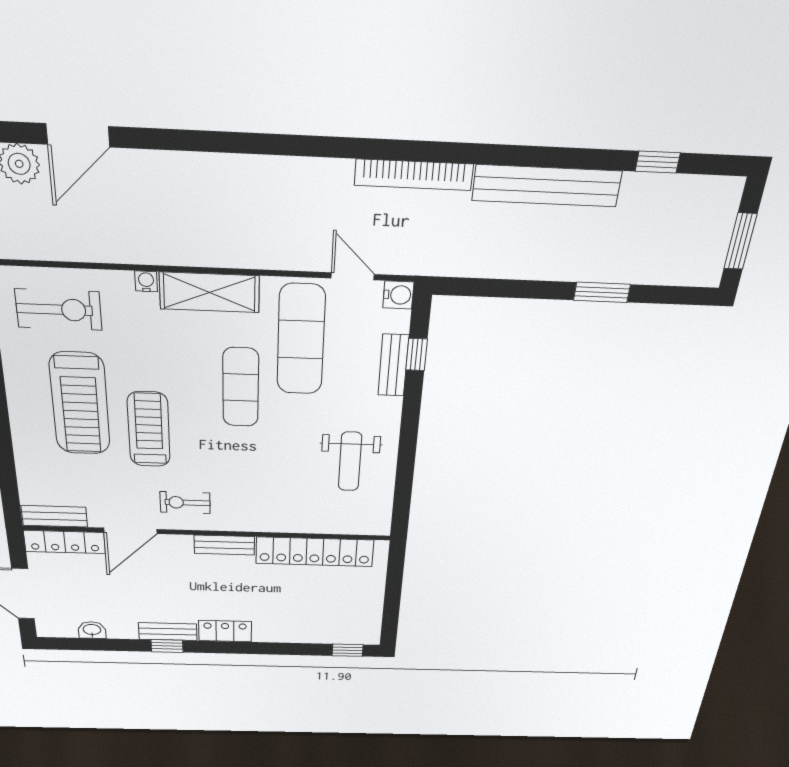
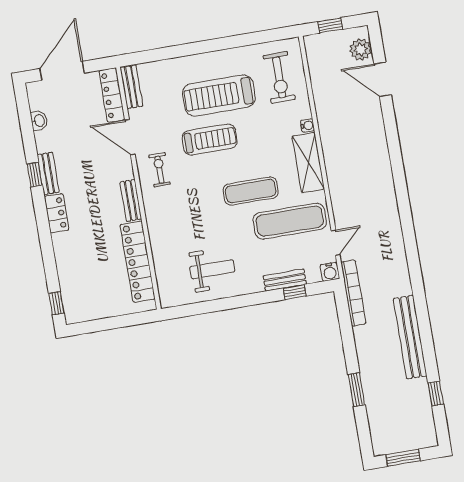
bookcase: (414, 175) -> (353, 293), moved, turned 180
weight bench: (350, 461) -> (212, 269), turned 180

